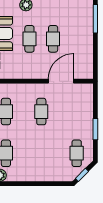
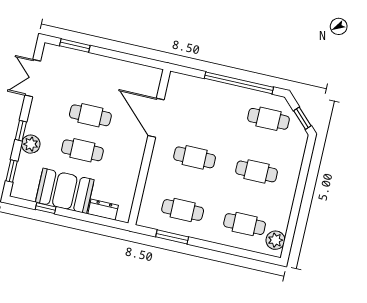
window: (95, 19) -> (75, 46), width x0.69
window: (95, 129) -> (239, 83), width x2.11
cafe table: (41, 153) -> (257, 171), added

